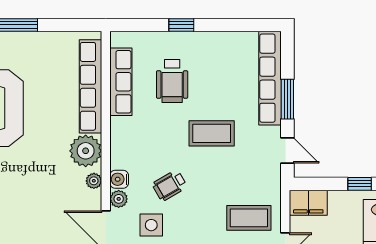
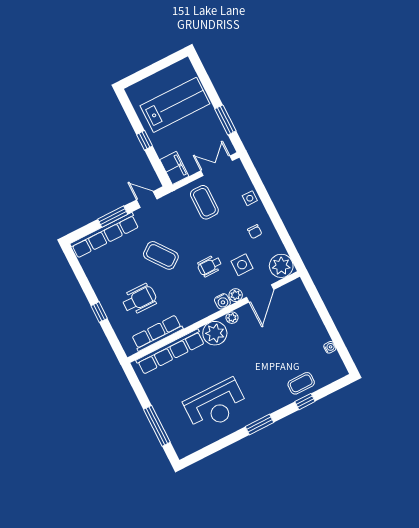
coffee table: (212, 133) -> (161, 255), turned -37
door: (287, 151) -> (147, 199), hinge flipped
wheelchair: (170, 185) -> (210, 266), turned 120

